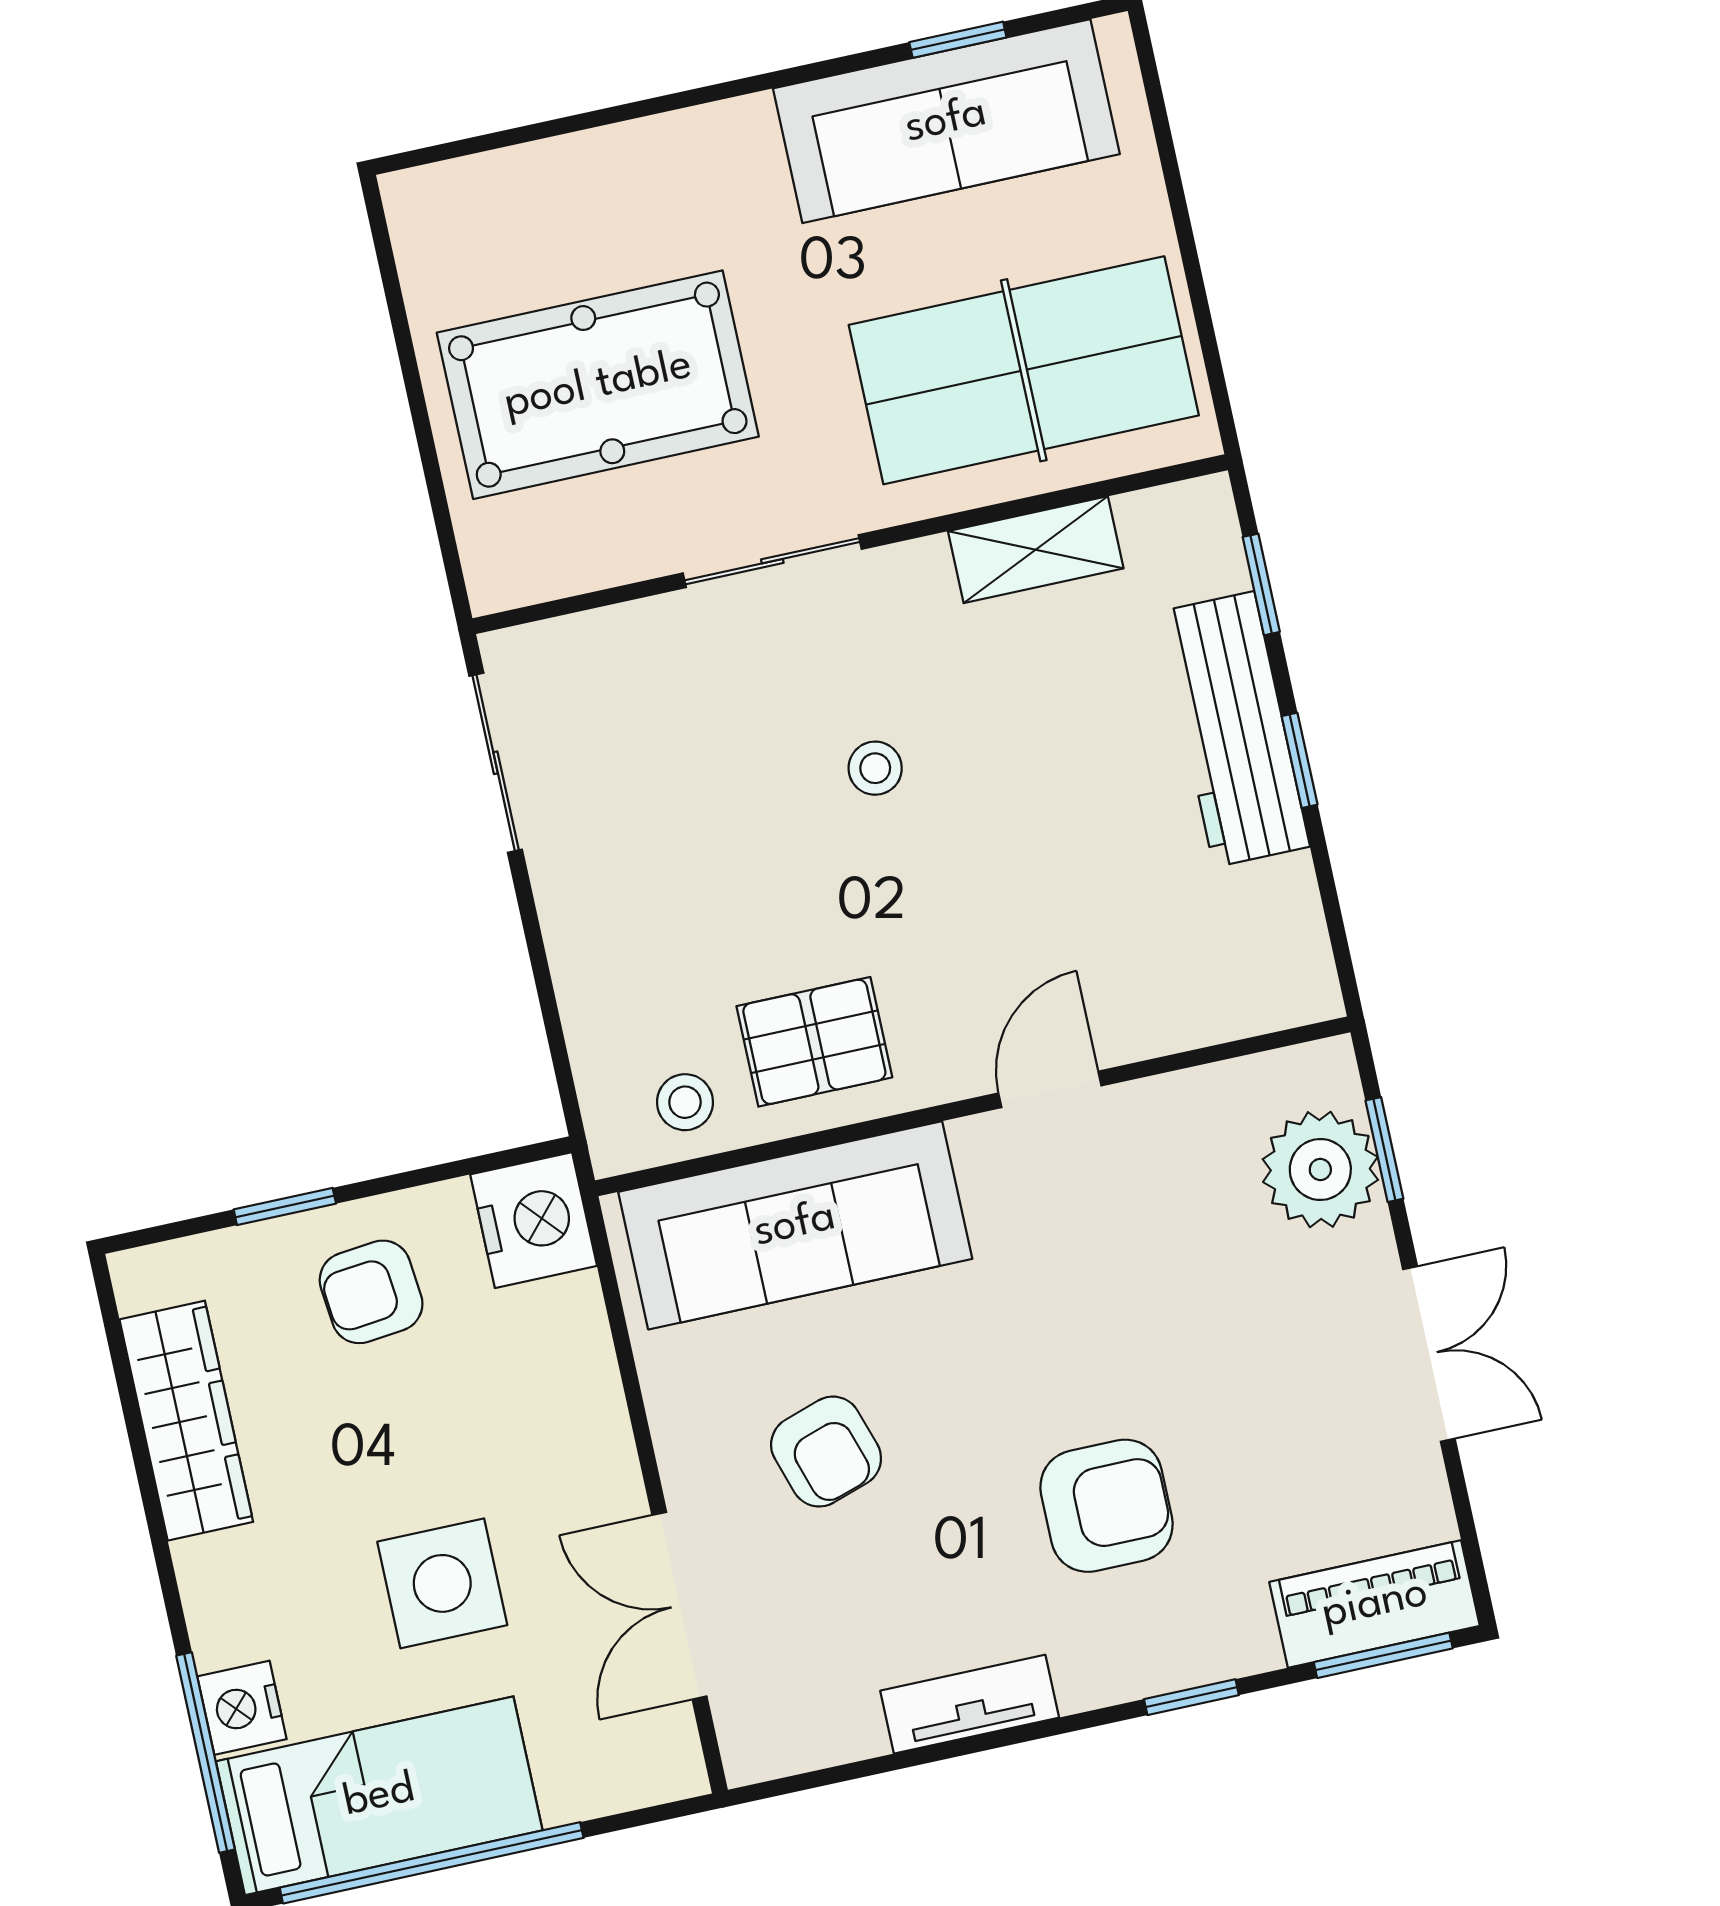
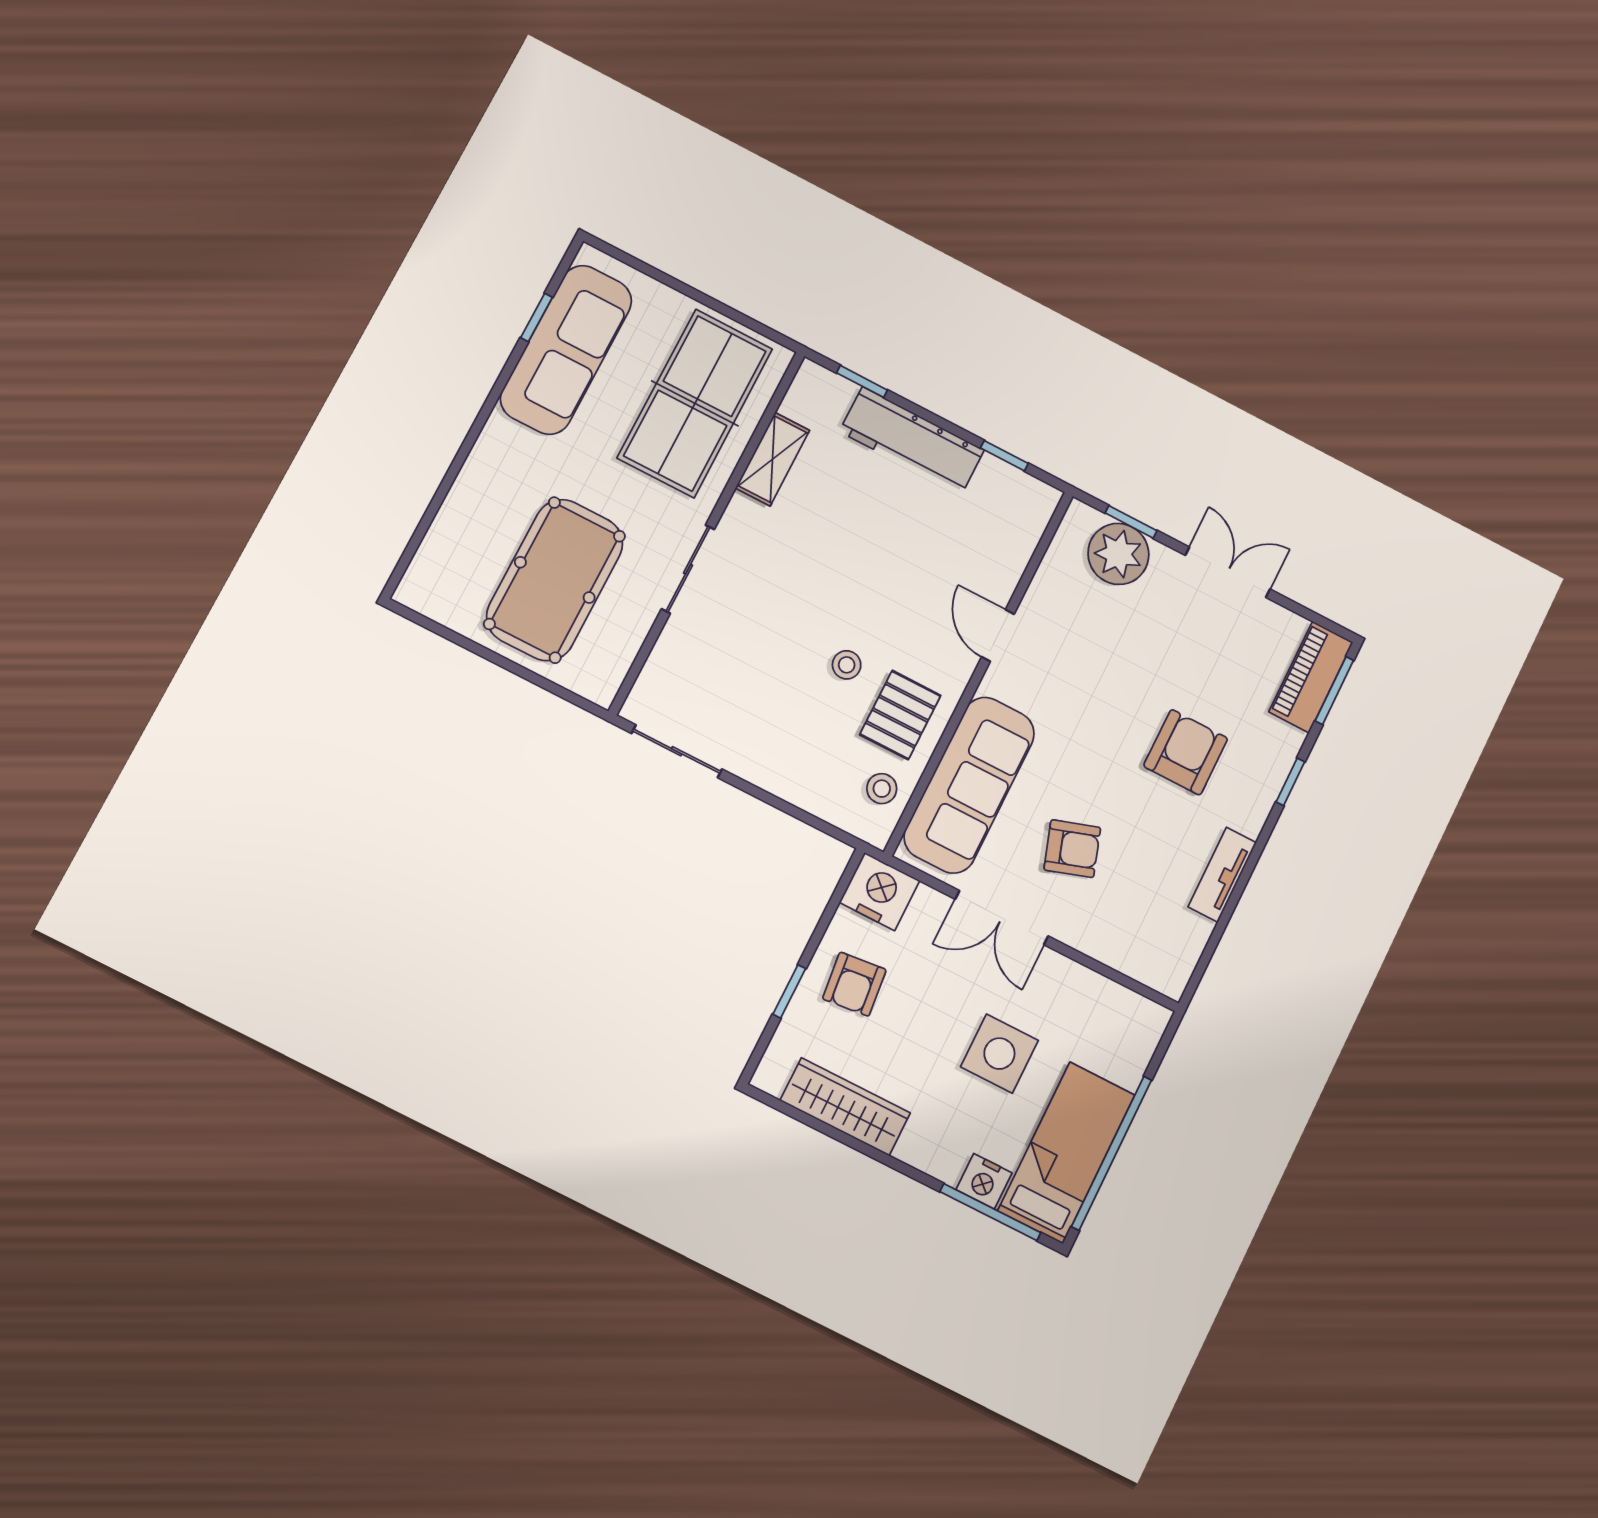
window: (1300, 760) -> (1004, 456), moved
stool: (875, 768) -> (847, 665), moved
double door: (679, 1606) -> (1002, 918), moved

